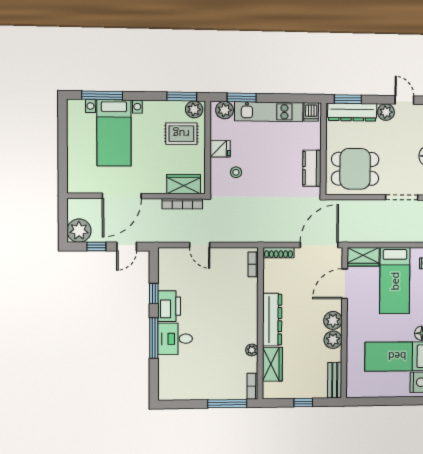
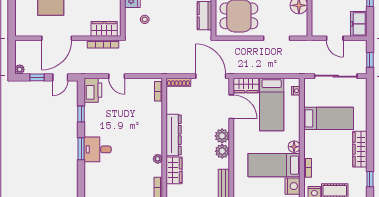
plant: (79, 231) -> (20, 69), width x0.53, depth x0.53
door: (319, 245) -> (211, 76), hinge flipped
door: (345, 284) -> (231, 107), swing flipped
printer: (169, 306) -> (93, 90), moved
window: (154, 338) -> (81, 149), width x0.69

